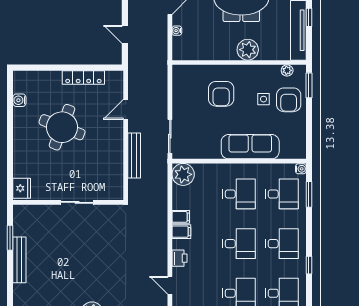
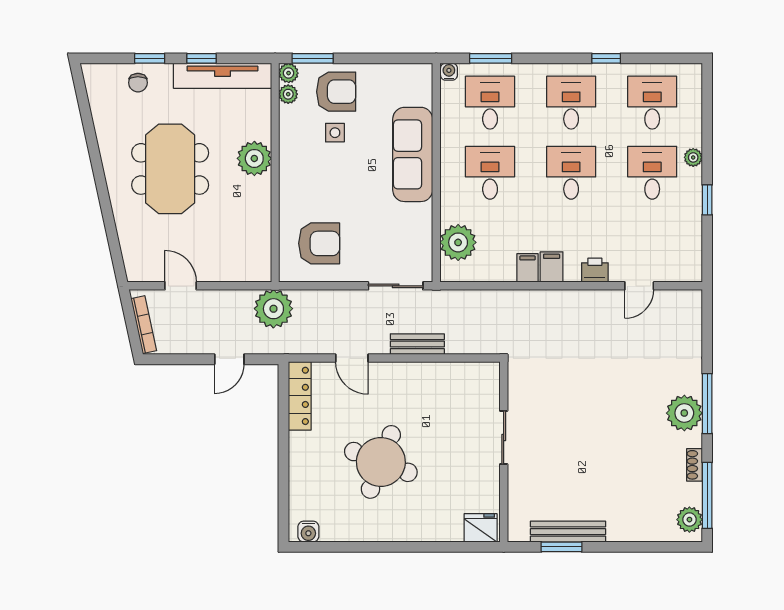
water cooler: (177, 31) -> (223, 274), removed
plant: (156, 61) -> (273, 309), added
plant: (300, 71) -> (289, 73), added
locker: (83, 78) -> (300, 396), moved
armchair: (221, 94) -> (319, 243), moved
water cooler: (19, 100) -> (308, 532), moved
bench: (134, 155) -> (417, 344), width x0.73
plant: (183, 174) -> (458, 242), moved
bench: (19, 260) -> (568, 532), moved

